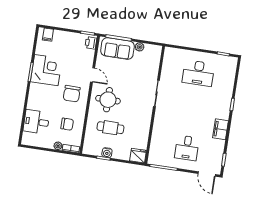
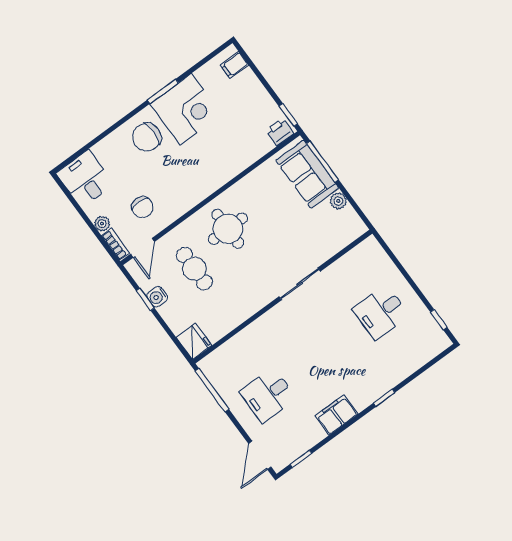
desk: (198, 73) -> (381, 312), width x0.73
door: (93, 75) -> (143, 248), moved
chair: (72, 94) -> (147, 137), moved
desk: (36, 122) -> (85, 179), moved

